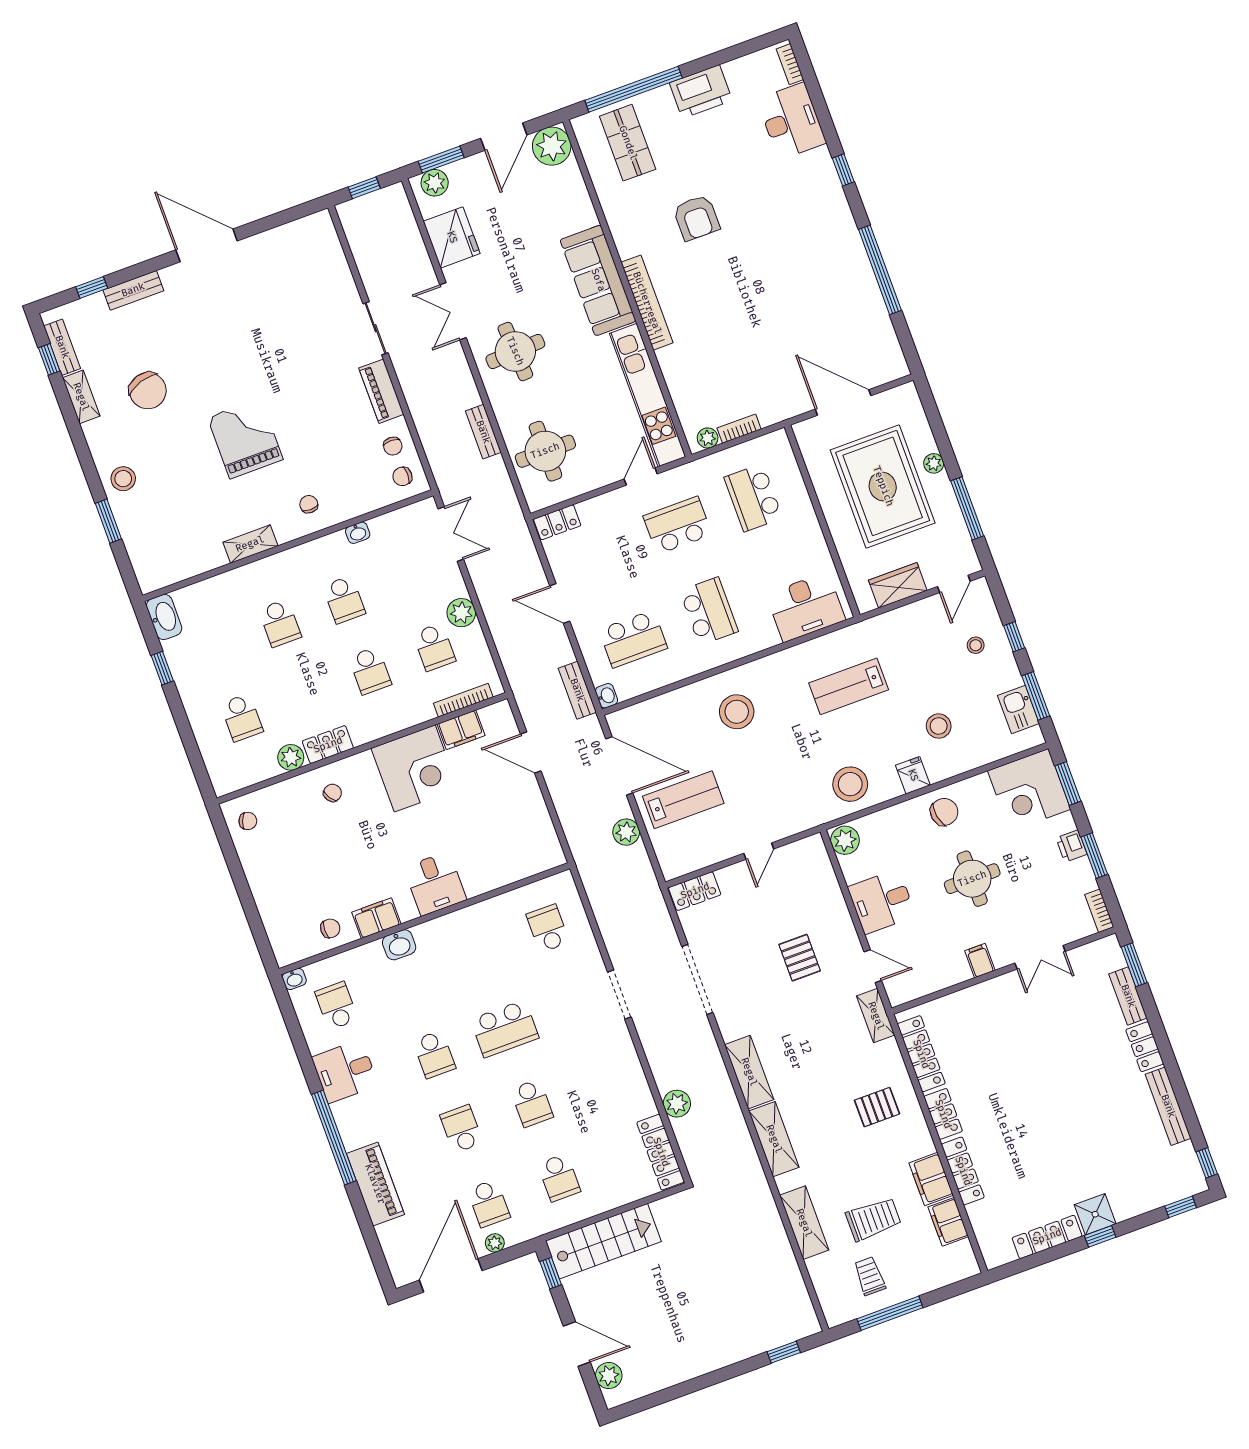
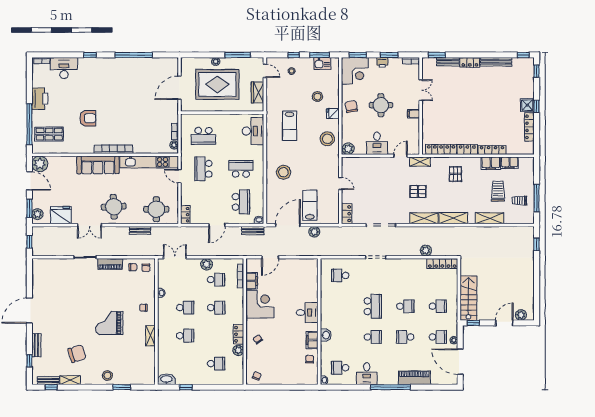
pallet: (800, 958) -> (418, 191), moved

